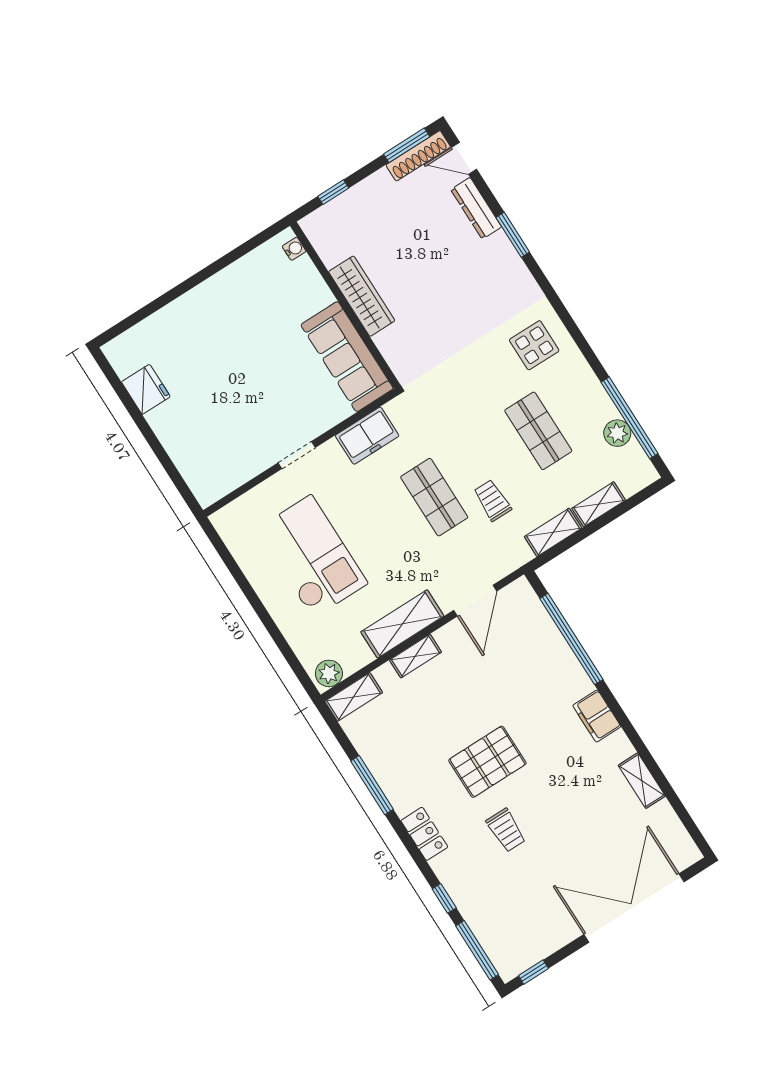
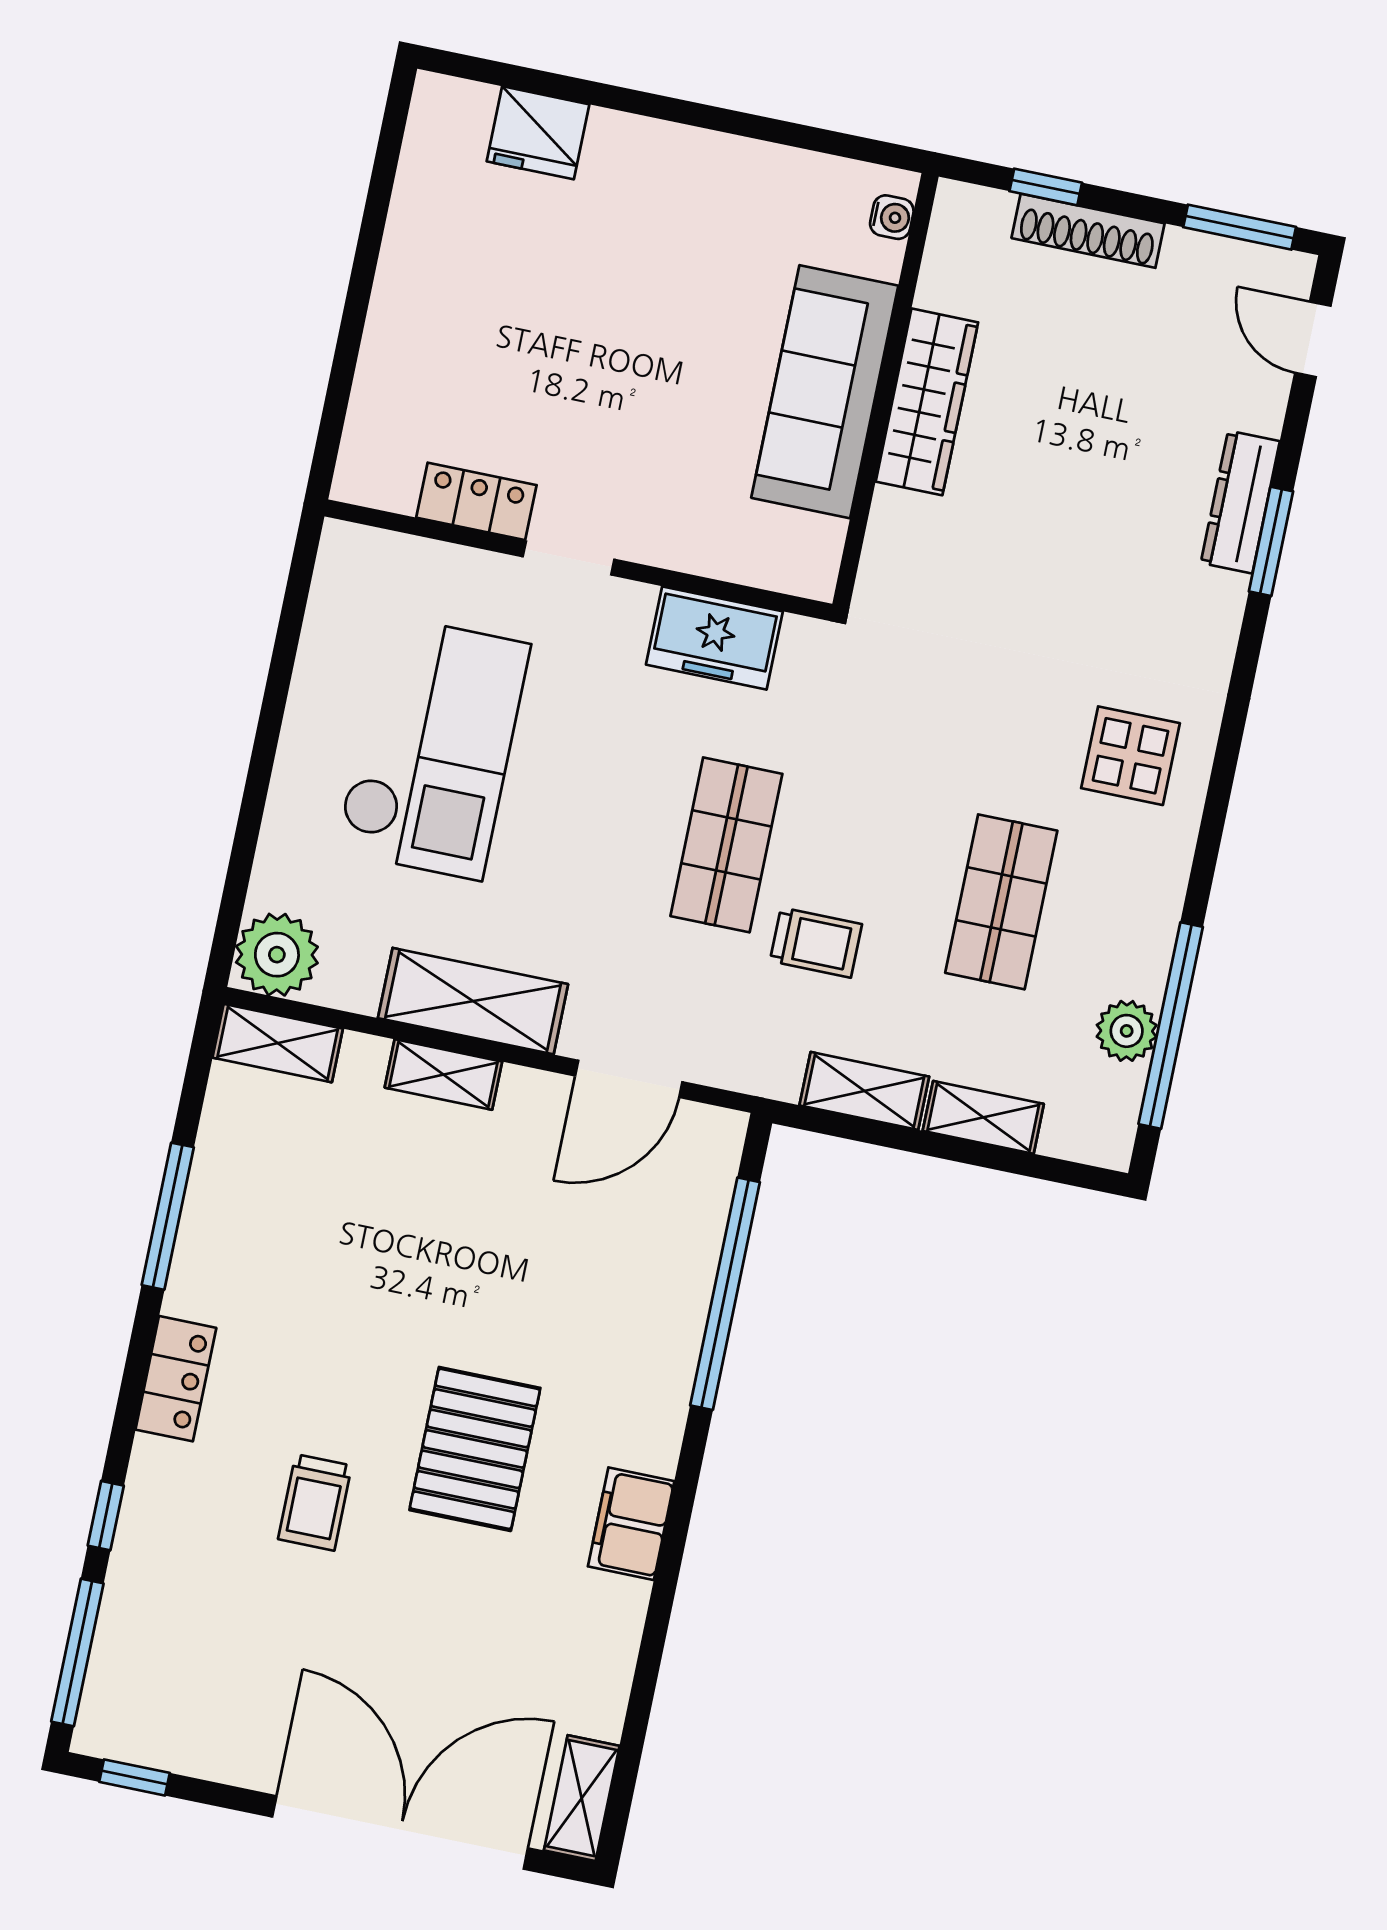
shoe rack: (418, 156) -> (1088, 231), moved
dresser: (476, 208) -> (1240, 502), moved
sofa: (347, 357) -> (825, 392), moved
fridge: (146, 389) -> (538, 133), moved, turned 90
locker: (250, 465) -> (476, 501), added
trolley: (492, 500) -> (816, 943), turned 90
plant: (329, 673) -> (277, 955), width x1.36, depth x1.36
filing cabinet: (597, 716) -> (631, 1524), moved
pallet: (487, 762) -> (475, 1449), moved, turned 90
shelving: (642, 781) -> (582, 1798), moved

